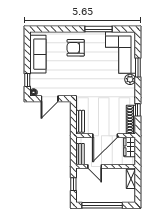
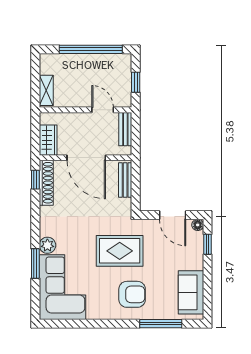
window: (99, 29) -> (161, 324), moved
sofa: (38, 54) -> (191, 292), width x0.73
rug: (84, 76) -> (120, 251), added
door: (50, 99) -> (173, 215), swing flipped
window: (138, 110) -> (35, 180), moved
door: (105, 136) -> (86, 158), swing flipped

